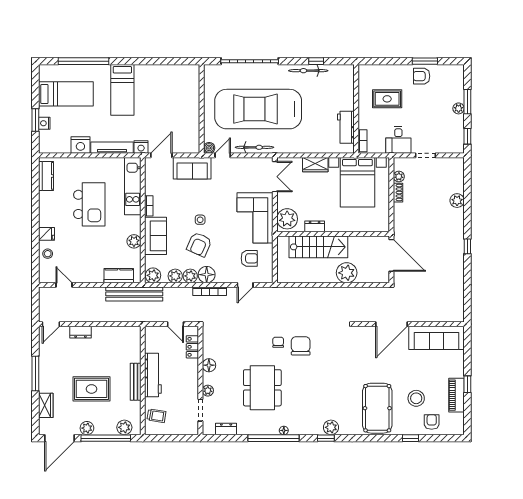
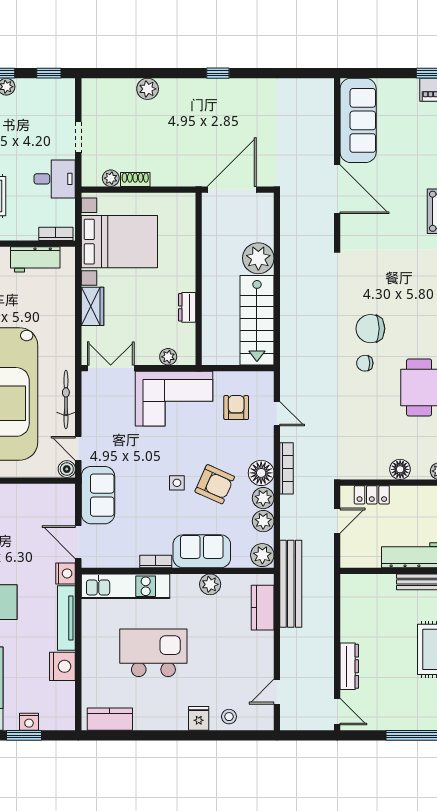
plant: (287, 219) -> (168, 357), width x0.53, depth x0.53
stairs: (318, 247) -> (257, 320), moved, turned 180
dresser: (80, 332) -> (349, 666), width x1.44

